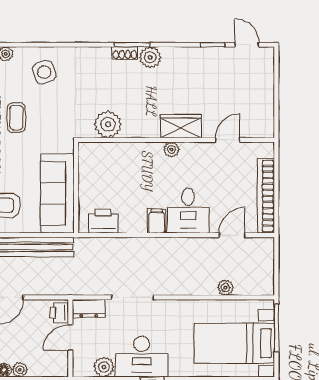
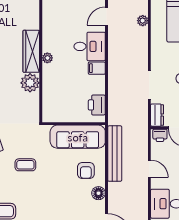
plant: (108, 124) -> (30, 83), moved
wardrobe: (181, 126) -> (31, 51), width x1.50
door: (227, 140) -> (41, 19), removed
door: (232, 235) -> (106, 16), hinge flipped

